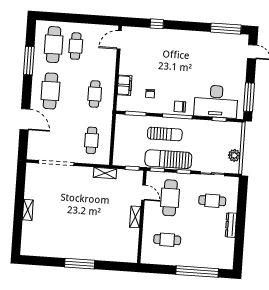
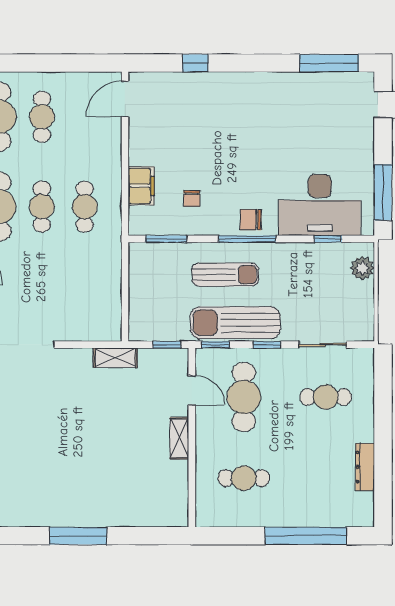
cafe table: (91, 140) -> (42, 207), moved
plant: (234, 155) -> (362, 268), moved
dresser: (231, 225) -> (365, 467), moved

